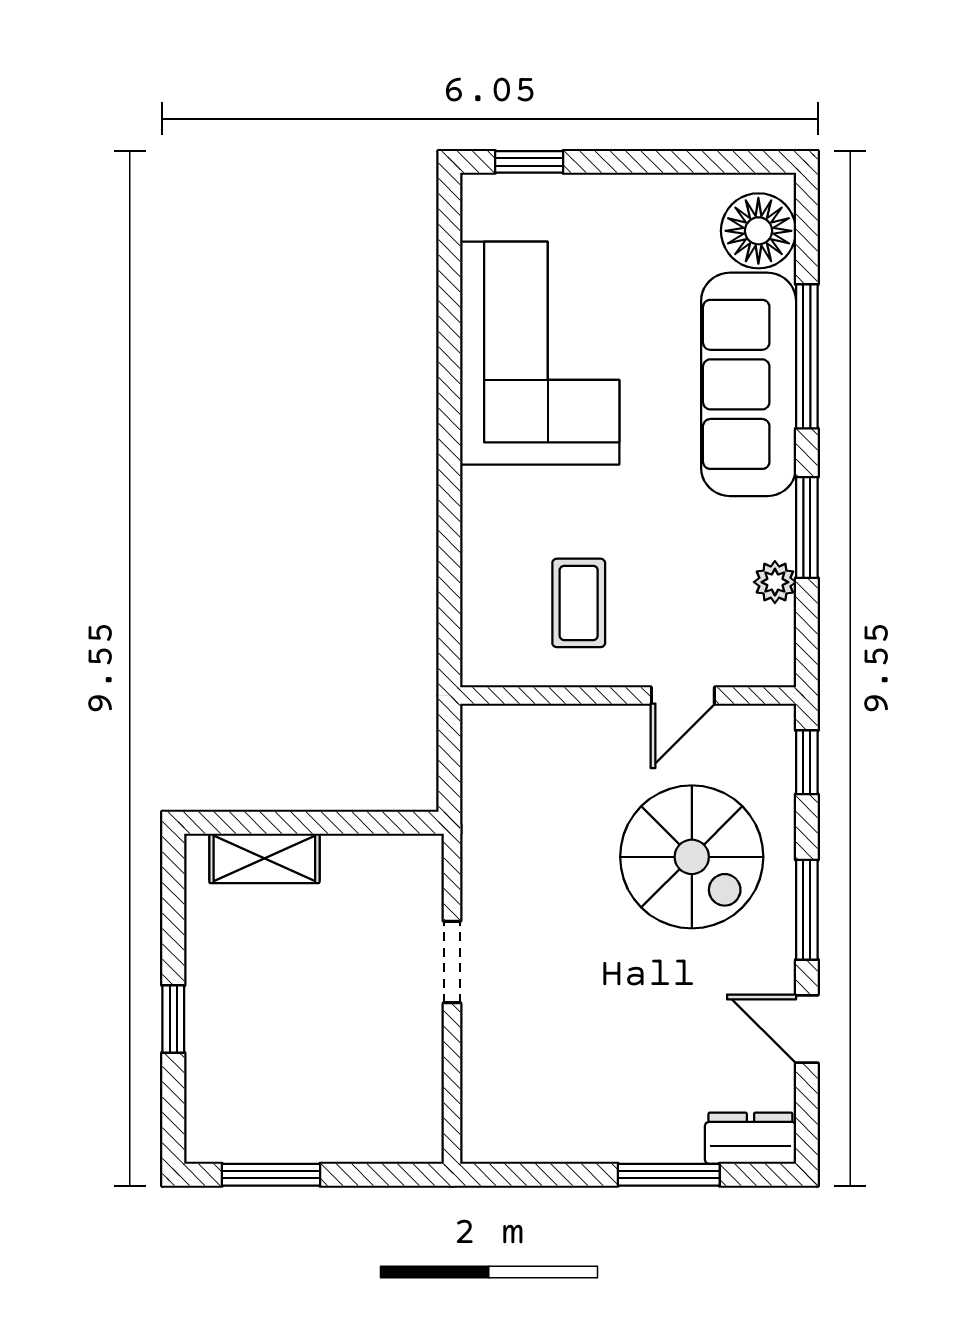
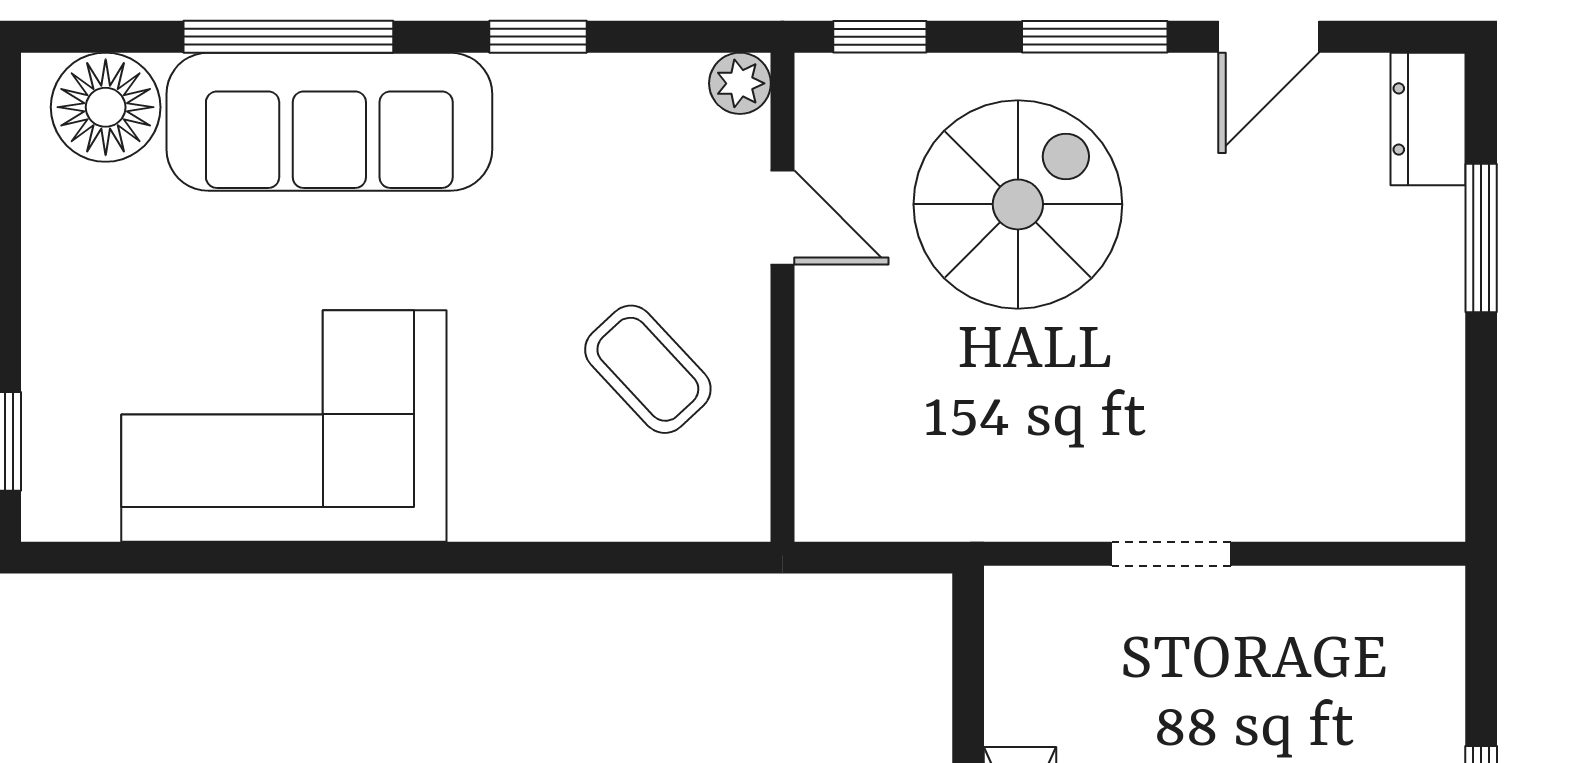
window: (807, 528) -> (538, 37), width x0.67
plant: (775, 582) -> (740, 83), moved
coffee table: (579, 603) -> (648, 369), turned 47

